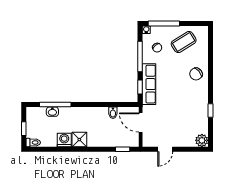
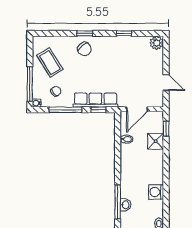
window: (211, 74) -> (85, 33), added
shower: (79, 140) -> (156, 141), moved

